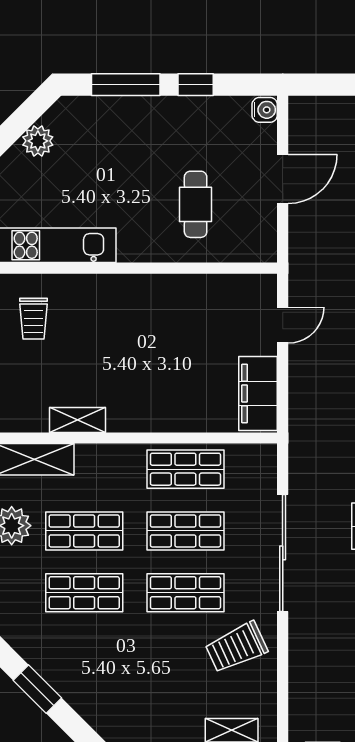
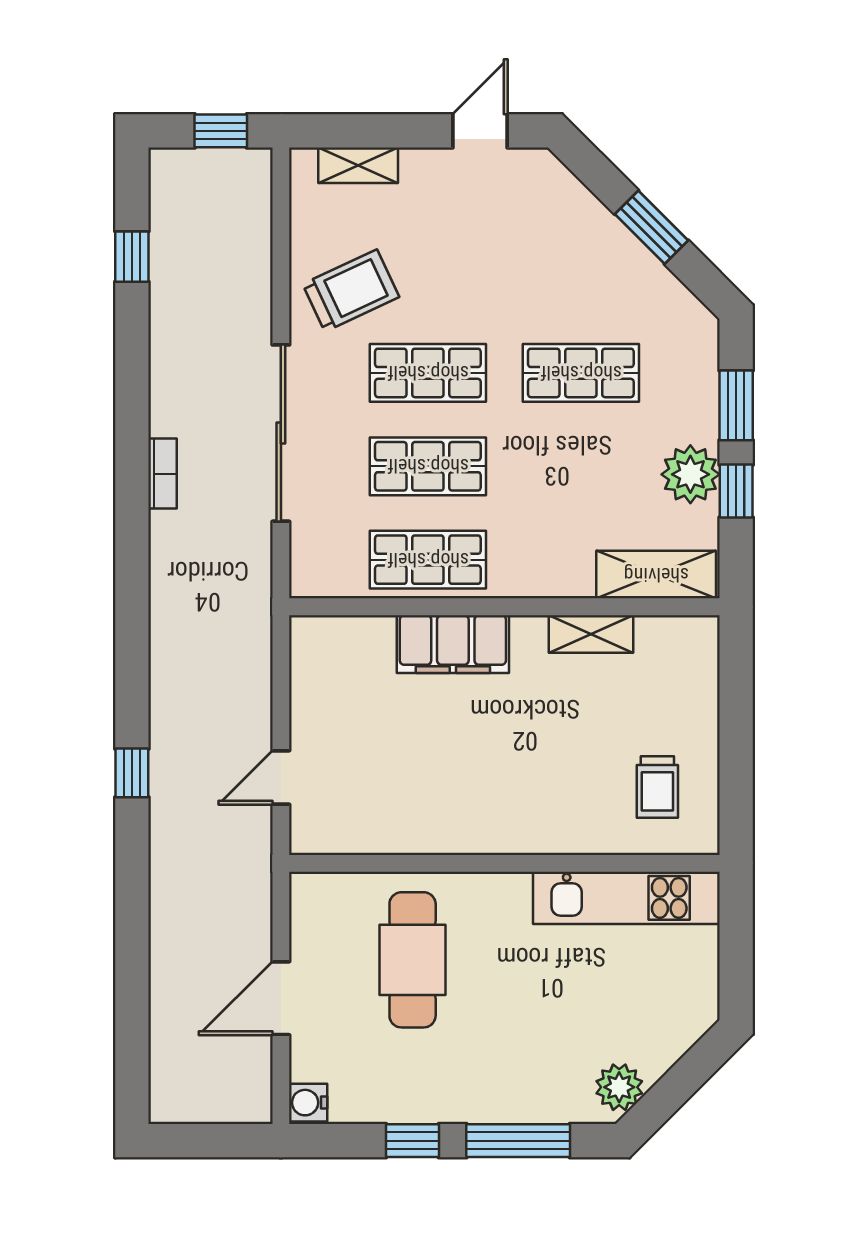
plant: (38, 141) -> (619, 1087), moved
cafe table: (196, 204) -> (413, 960), width x1.37, depth x1.35
trolley: (34, 319) -> (657, 787), turned 180
filing cabinet: (258, 393) -> (453, 644), moved, turned 90
shop shelf: (84, 531) -> (581, 466), removed

